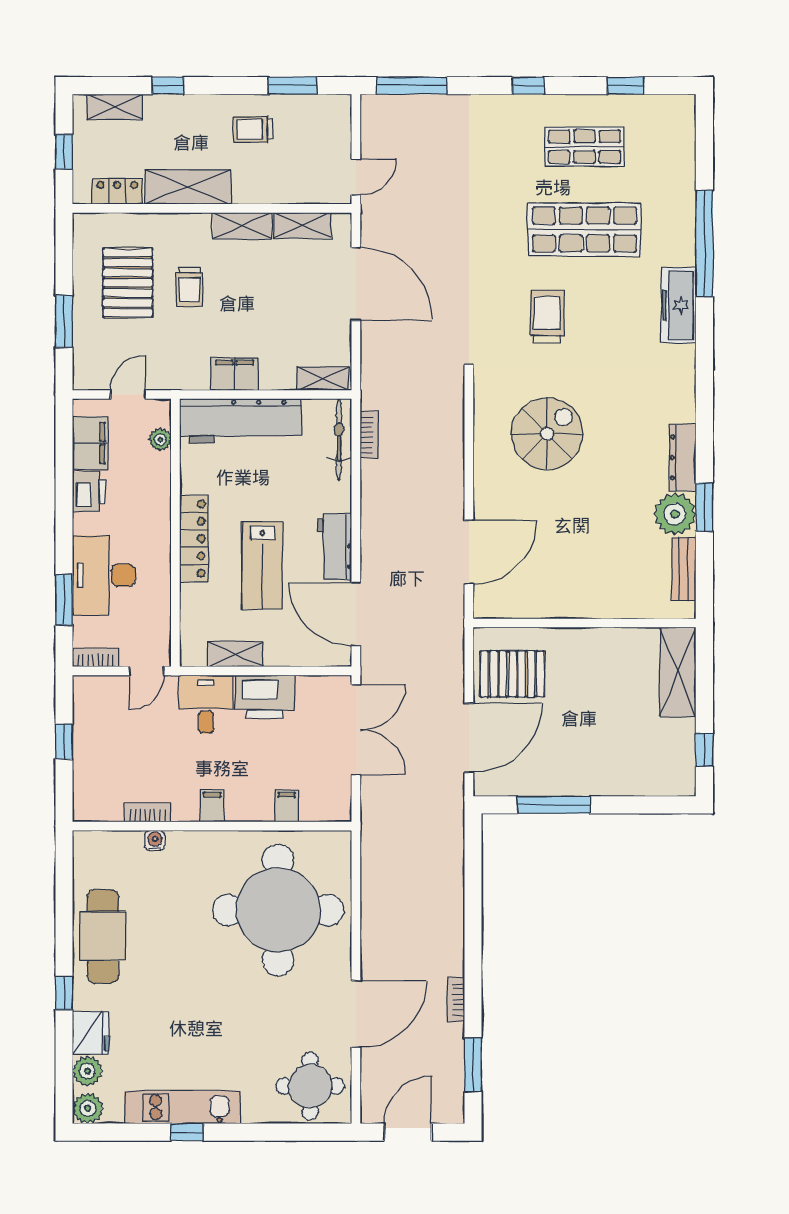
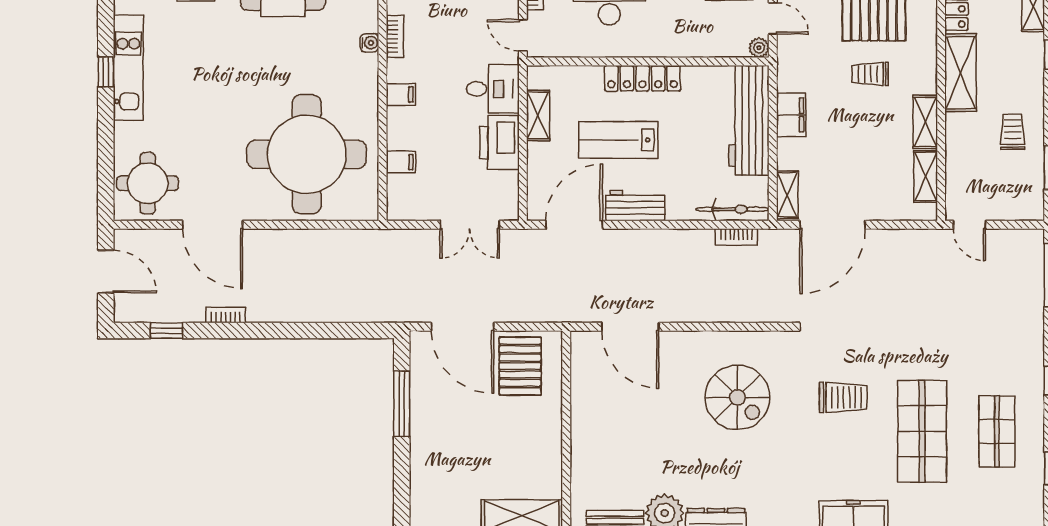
door: (356, 284) -> (832, 225), moved
plant: (160, 440) -> (759, 48), moved
double door: (356, 730) -> (470, 225), width x0.73
window: (473, 1065) -> (167, 331), width x0.67

